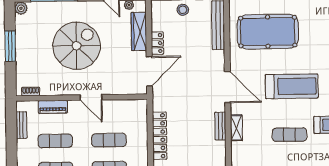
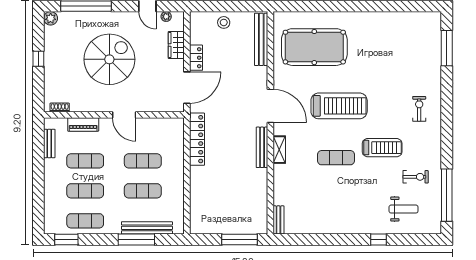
wardrobe: (139, 31) -> (176, 45), width x0.67
window: (10, 46) -> (38, 59), width x0.46
bench: (220, 126) -> (262, 147), width x1.36
locker: (160, 136) -> (197, 139), moved

